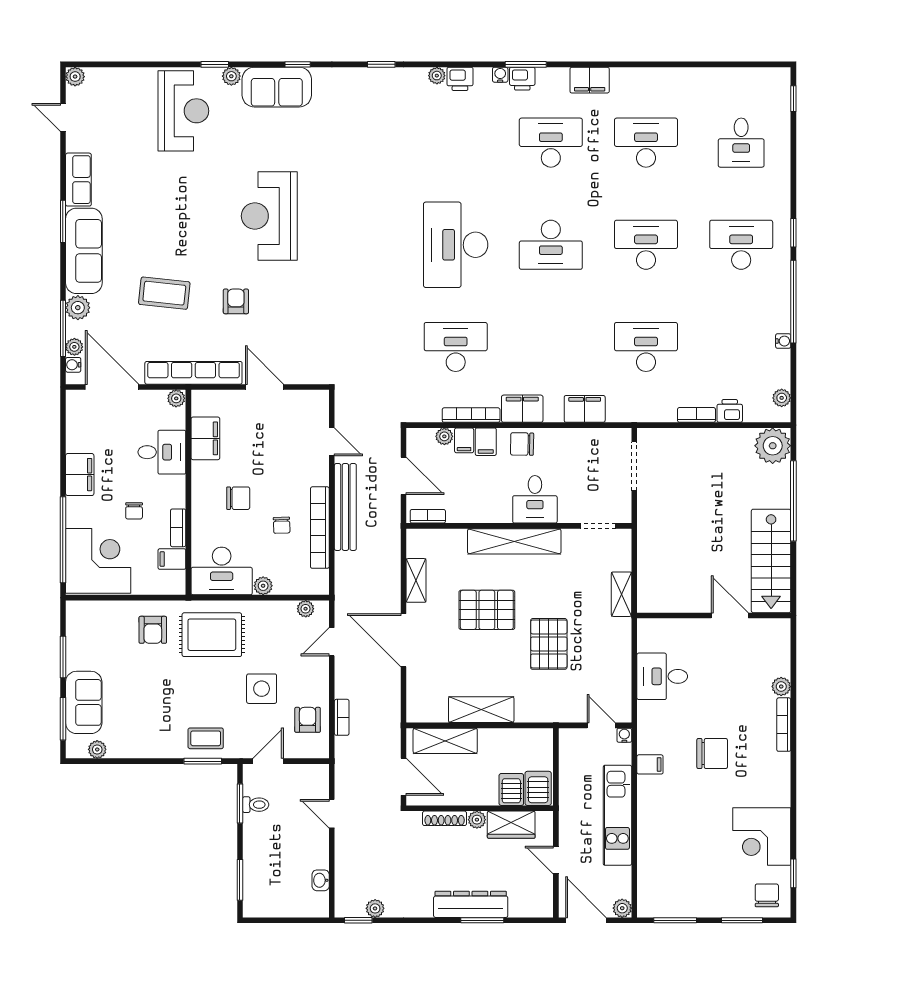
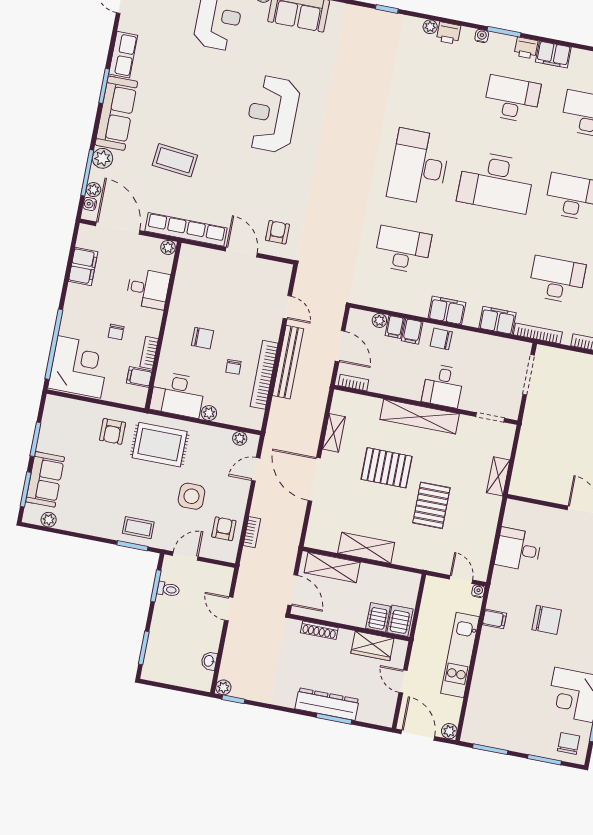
printer: (522, 79) -> (526, 48), moved
desk: (551, 245) -> (496, 182), width x1.36, depth x1.30
armchair: (236, 301) -> (277, 232), moved
bookcase: (471, 415) -> (538, 333), moved
filing cabinet: (205, 438) -> (185, 284), removed
filing cabinet: (80, 475) -> (83, 266), moved
plant: (477, 820) -> (345, 636), removed
plant: (375, 908) -> (223, 687), moved

